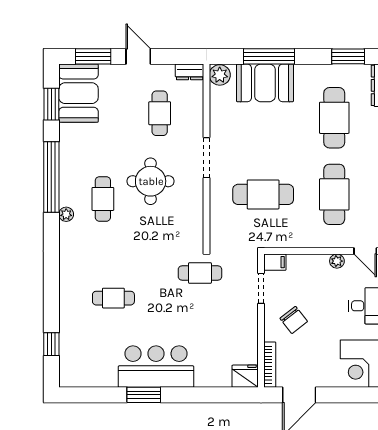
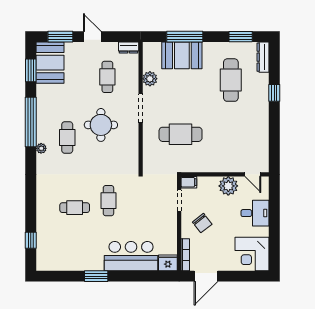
plant: (220, 75) -> (150, 79), moved
cafe table: (334, 194) -> (231, 134), removed
plant: (337, 261) -> (228, 186), width x1.87, depth x1.87
cafe table: (200, 273) -> (108, 201), moved, turned 90
bar counter: (156, 367) -> (131, 256), moved

